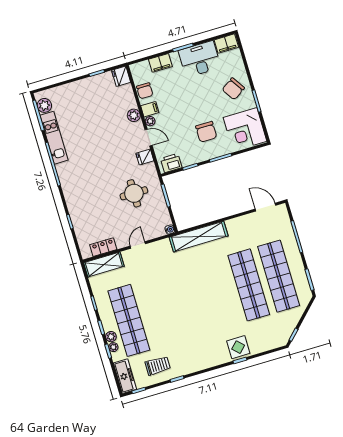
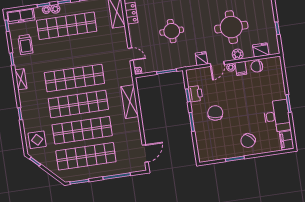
filing cabinet: (160, 63) -> (278, 83), removed
fridge: (121, 76) -> (261, 50), moved
chair: (233, 89) -> (248, 141), turned -103
round table: (103, 127) -> (231, 27), added
corner desk: (245, 129) -> (213, 146), removed
chair: (206, 132) -> (215, 113), turned 101
printer: (171, 163) -> (195, 94), moved
round table: (134, 193) -> (172, 31), moved
shelving: (199, 237) -> (130, 102), width x0.68
door: (138, 245) -> (131, 54), moved
shop shelf: (219, 294) -> (78, 104), added
shop shelf: (189, 303) -> (74, 78), added
display table: (238, 347) -> (37, 140), moved
shelving: (199, 365) -> (21, 79), added

